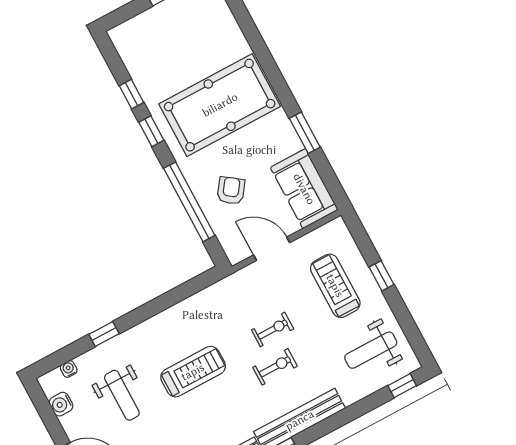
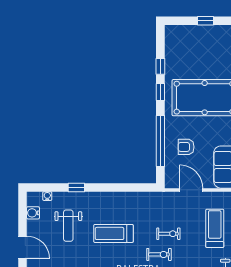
armchair: (231, 191) -> (186, 147), turned -126
treadmill: (193, 372) -> (113, 233), turned 180

